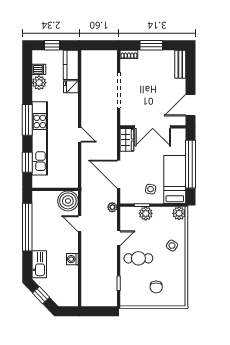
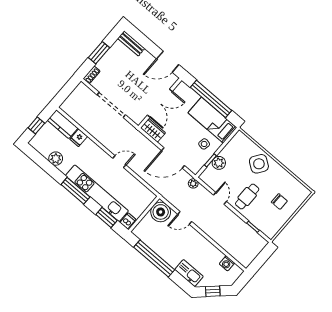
dishwasher: (39, 69) -> (128, 221), moved
door: (191, 105) -> (168, 62), hinge flipped
plant: (179, 213) -> (240, 138), removed
side table: (172, 246) -> (259, 164), width x1.87, depth x1.87
washing machine: (72, 259) -> (227, 263), moved

